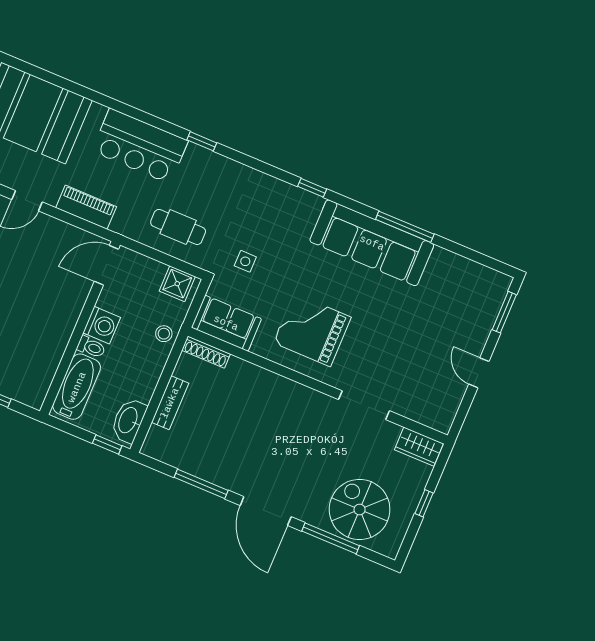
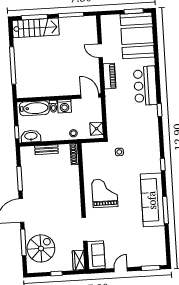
cafe table: (178, 227) -> (120, 118), removed
sofa: (226, 323) -> (96, 255), moved

